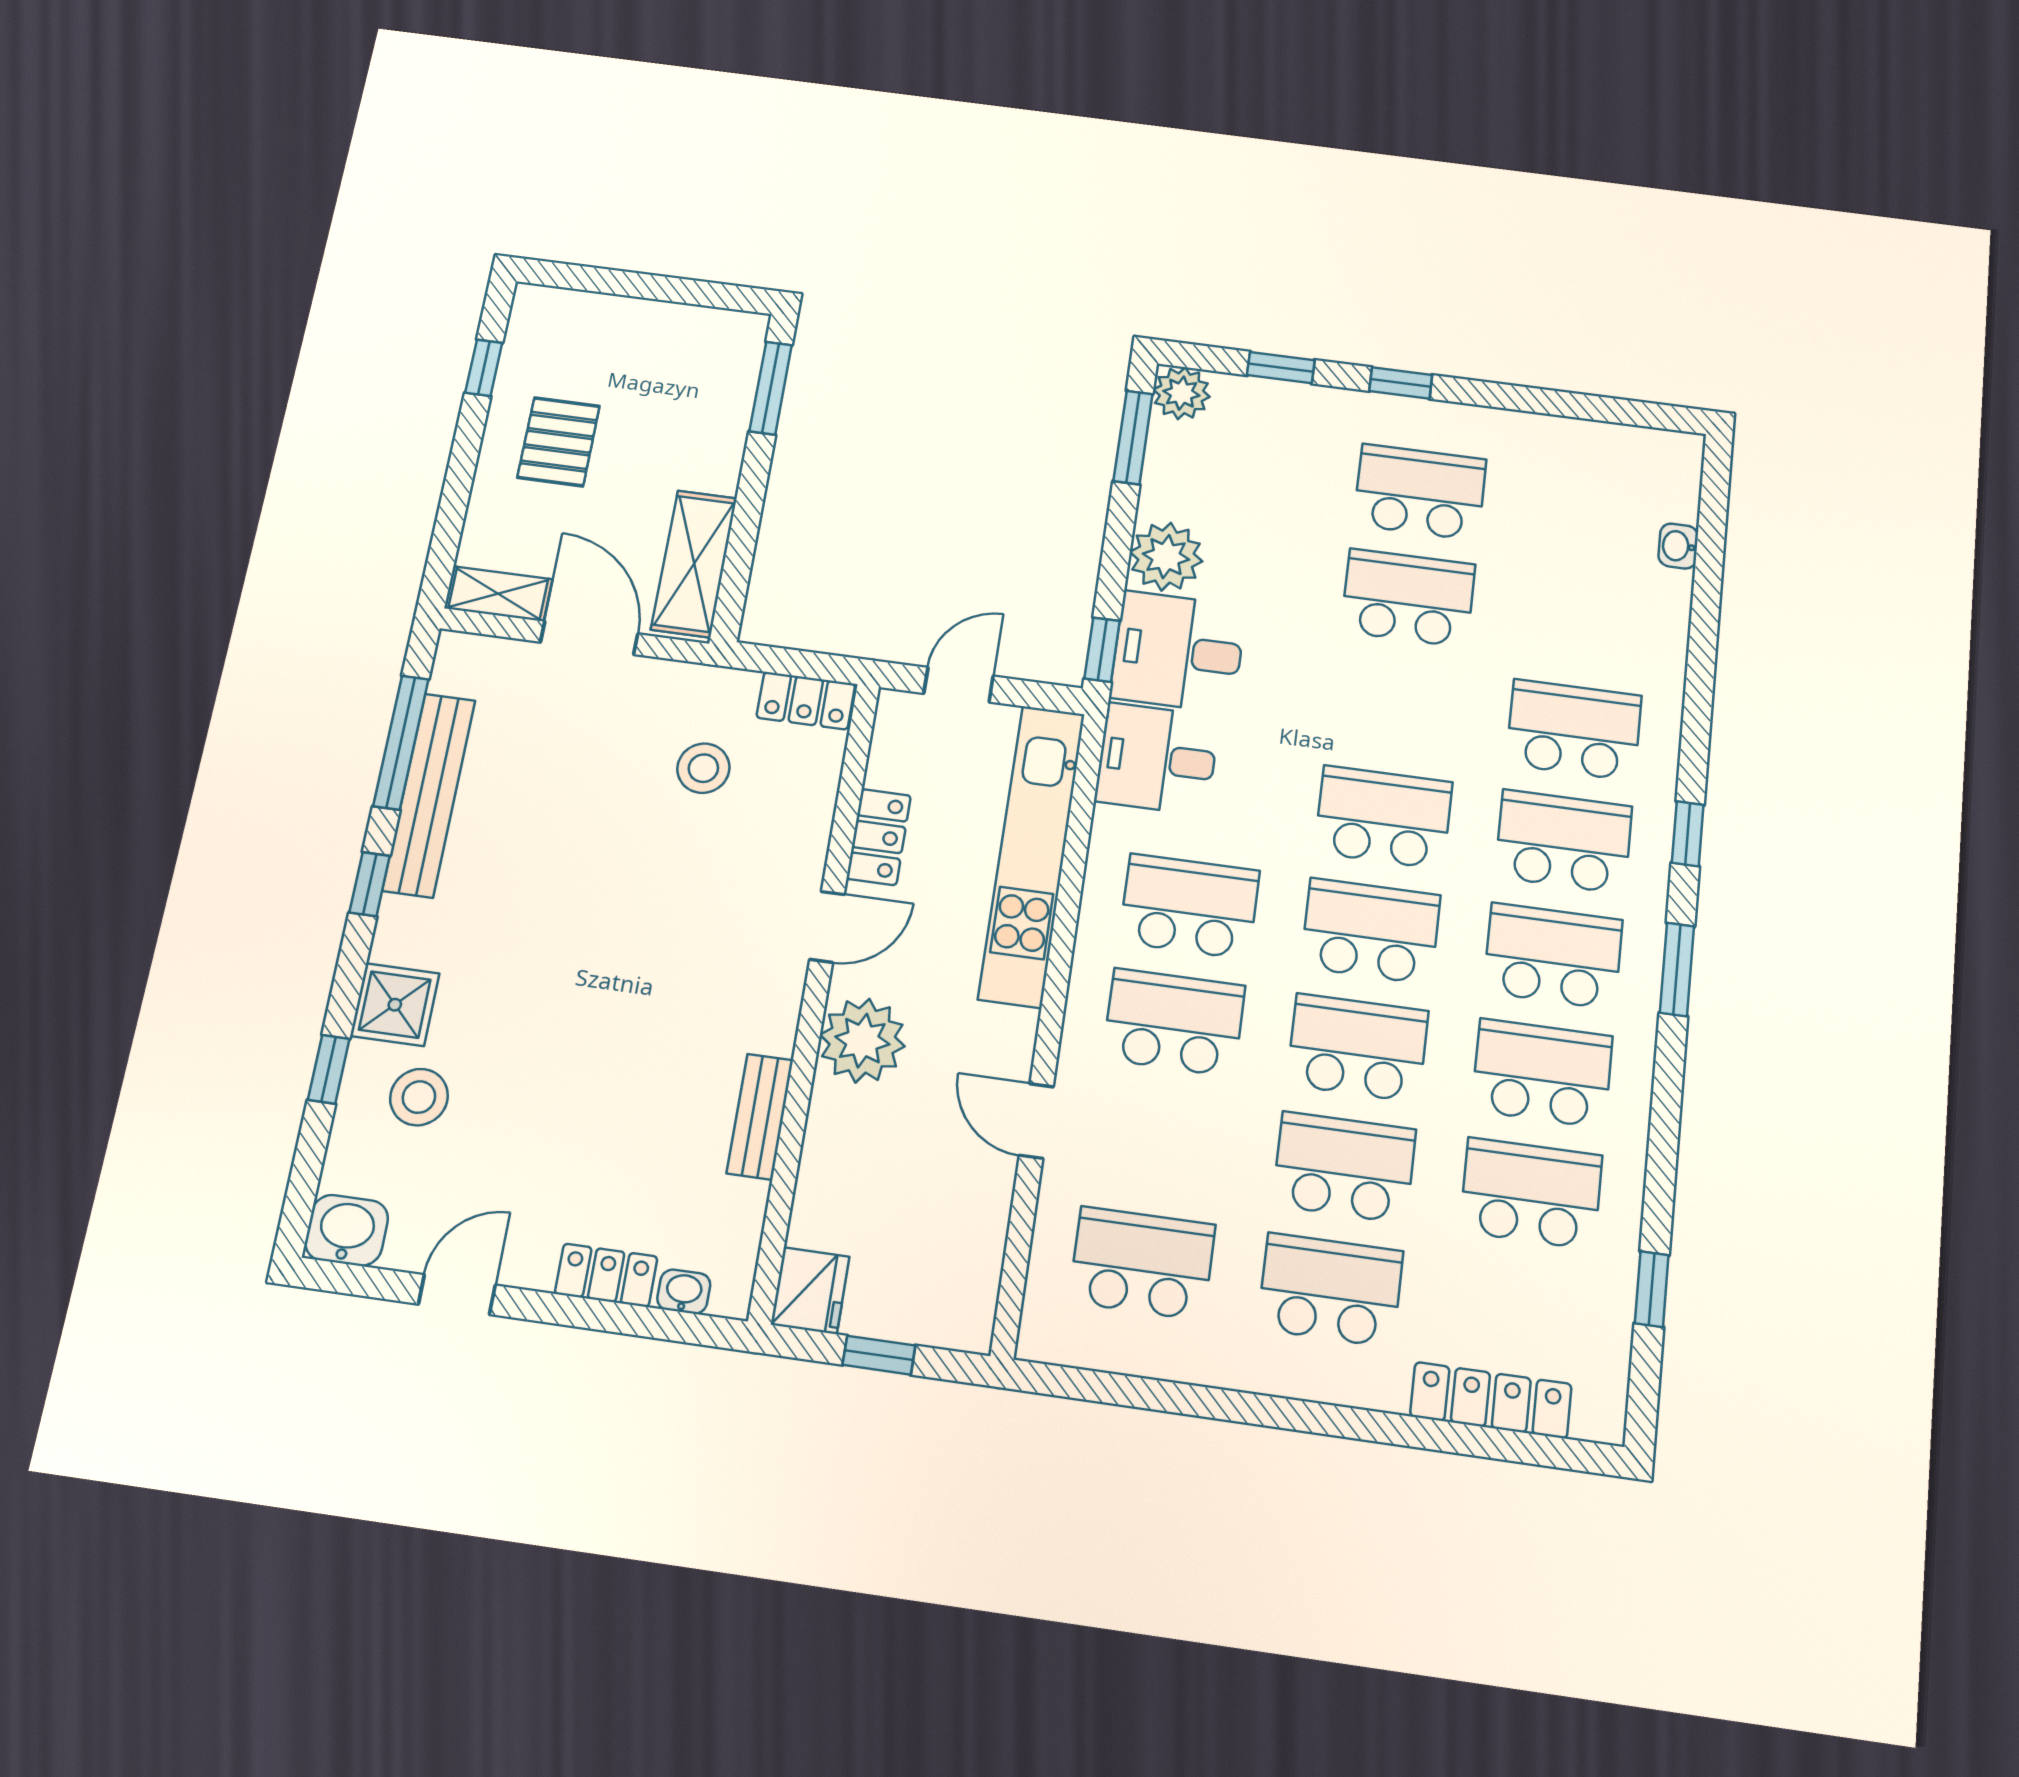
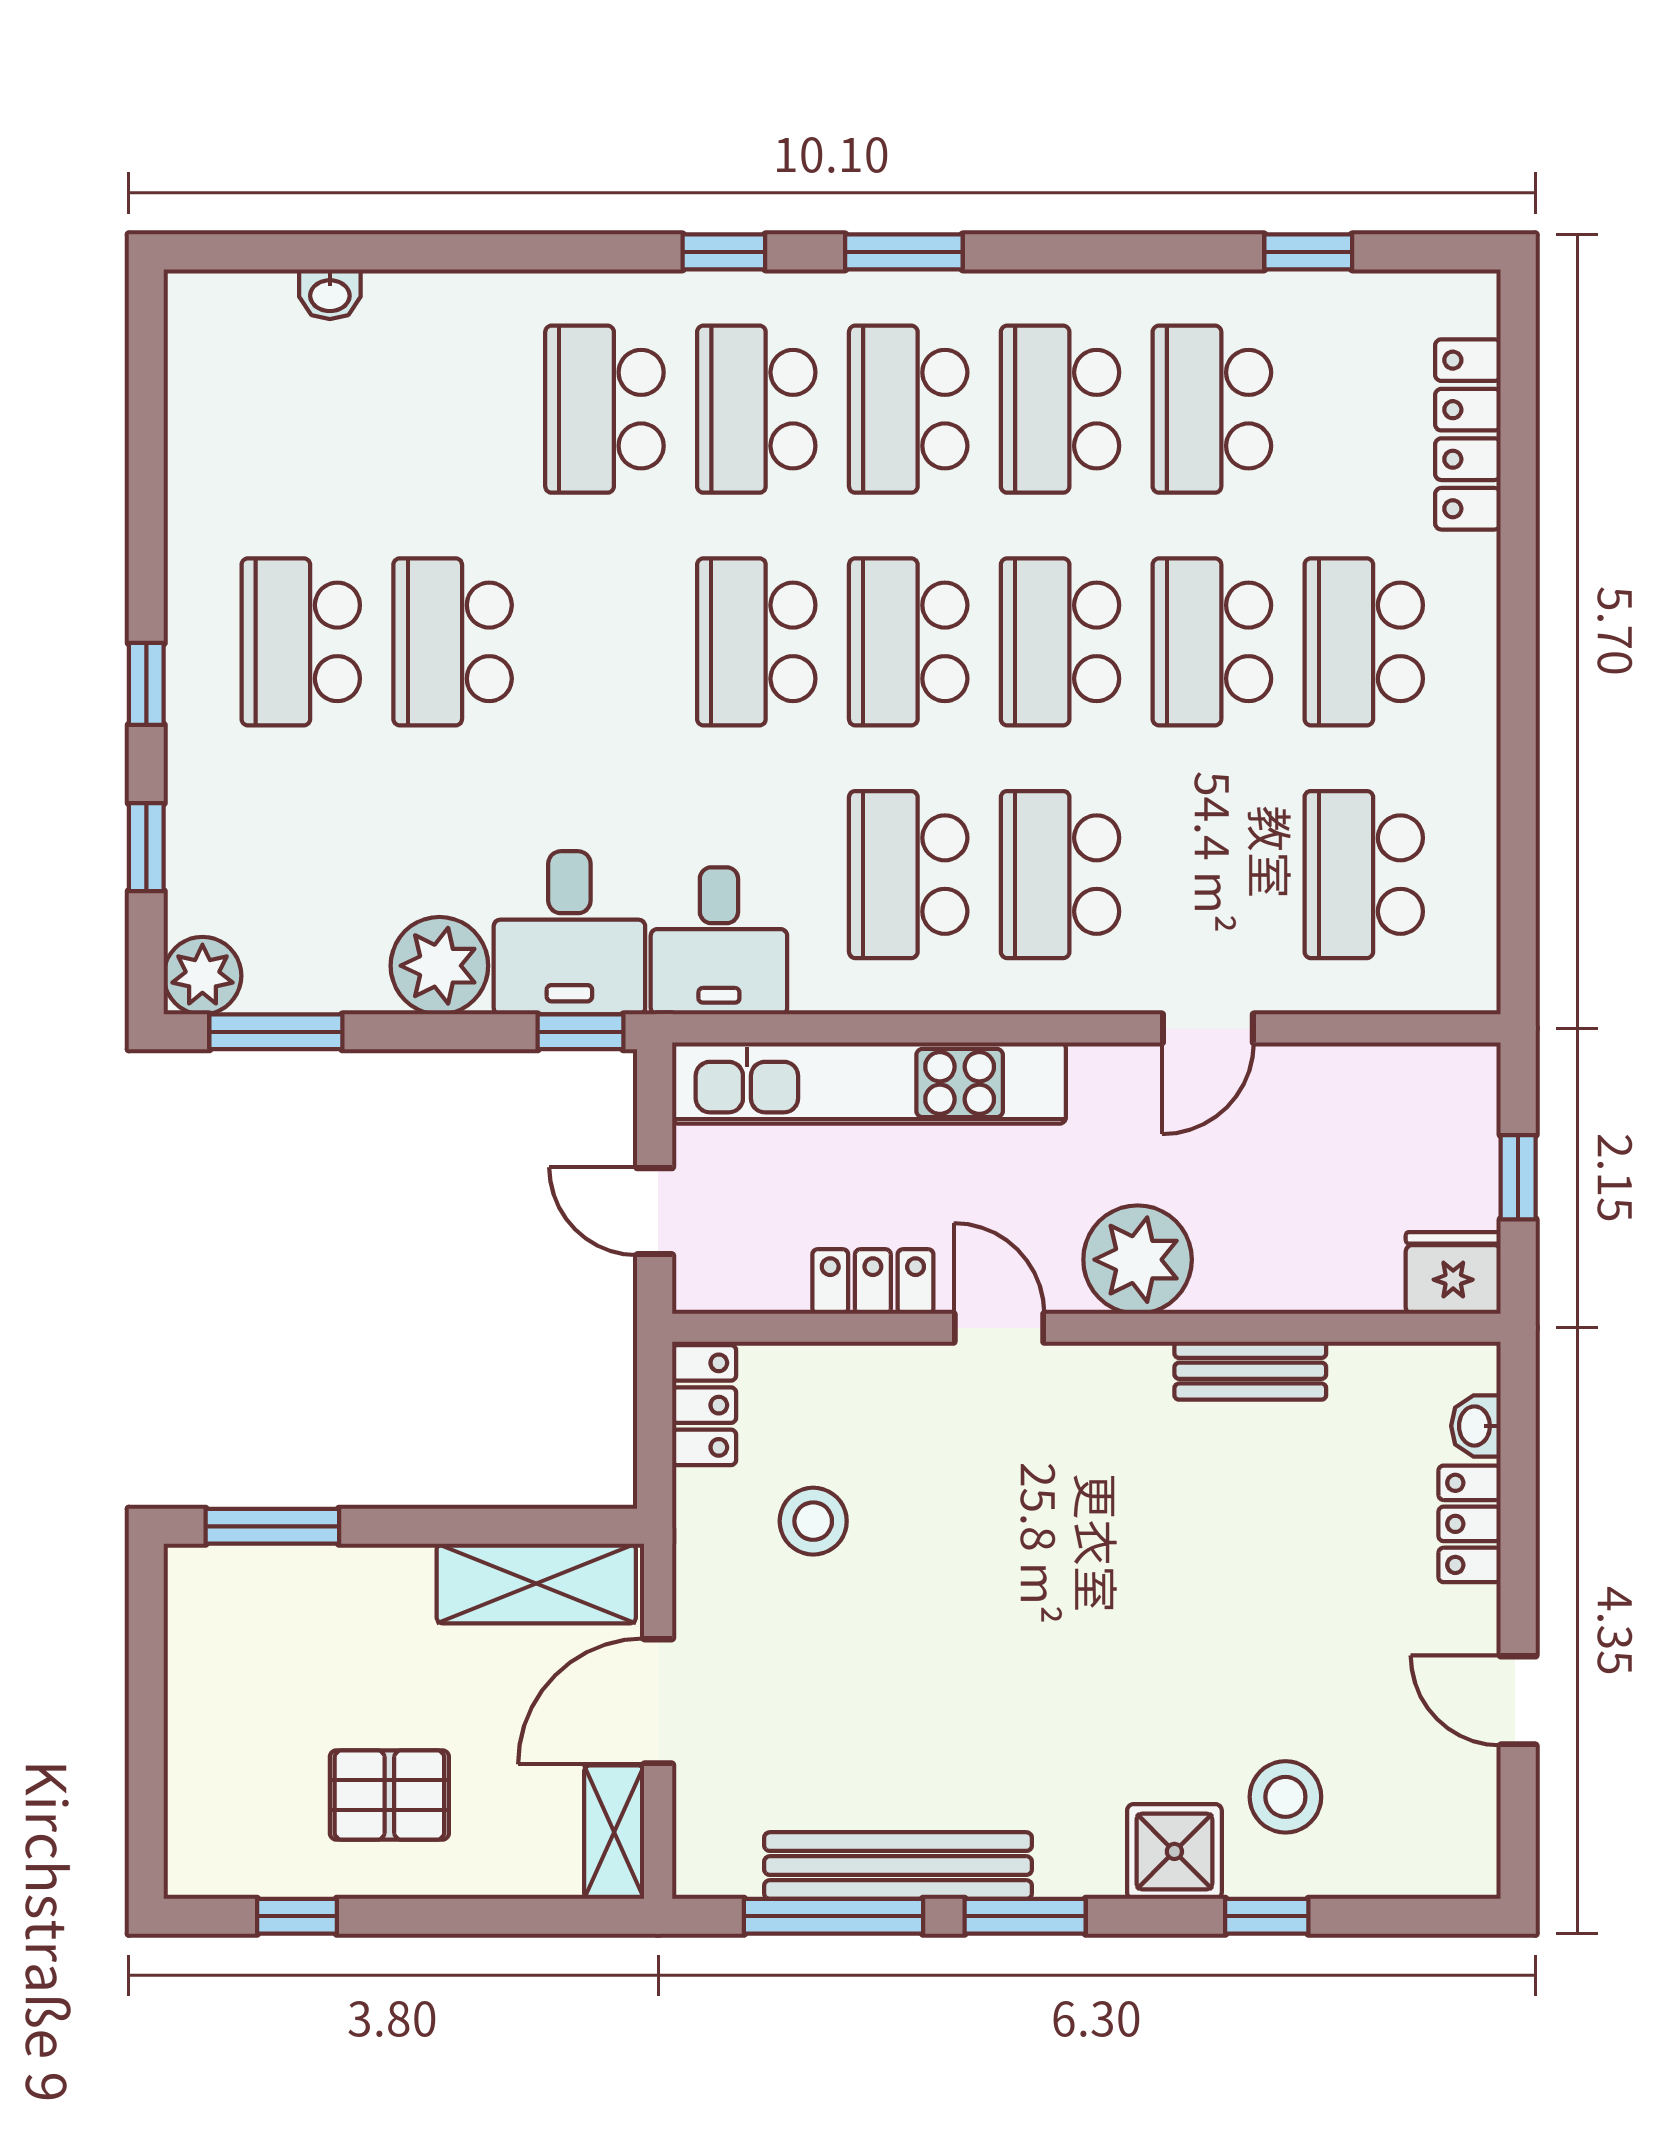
window: (370, 884) -> (1025, 1916), width x1.50
washbasin: (347, 1230) -> (1460, 1851), removed

